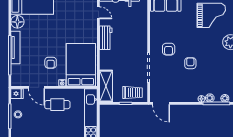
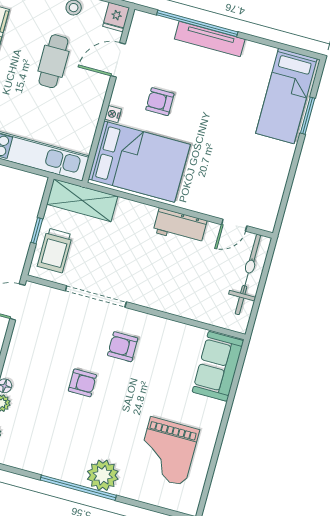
floor lamp: (17, 22) -> (260, 57), removed
cafe table: (57, 105) -> (53, 61), moved

